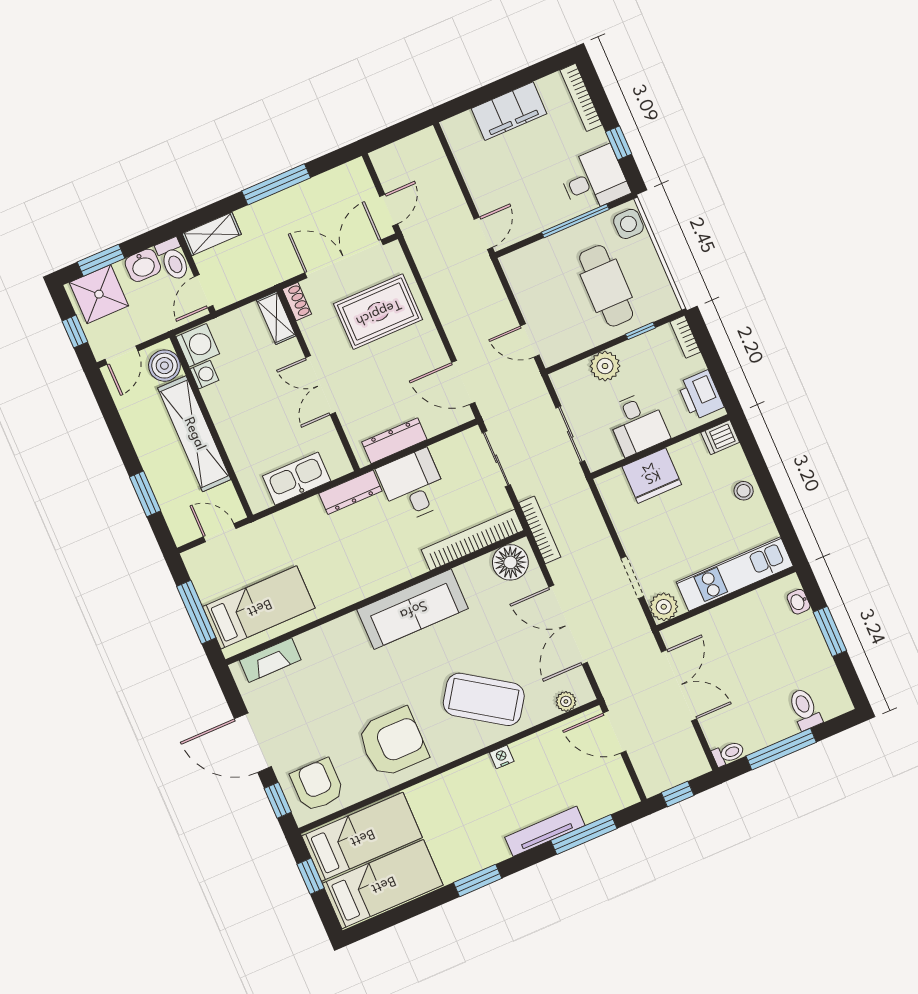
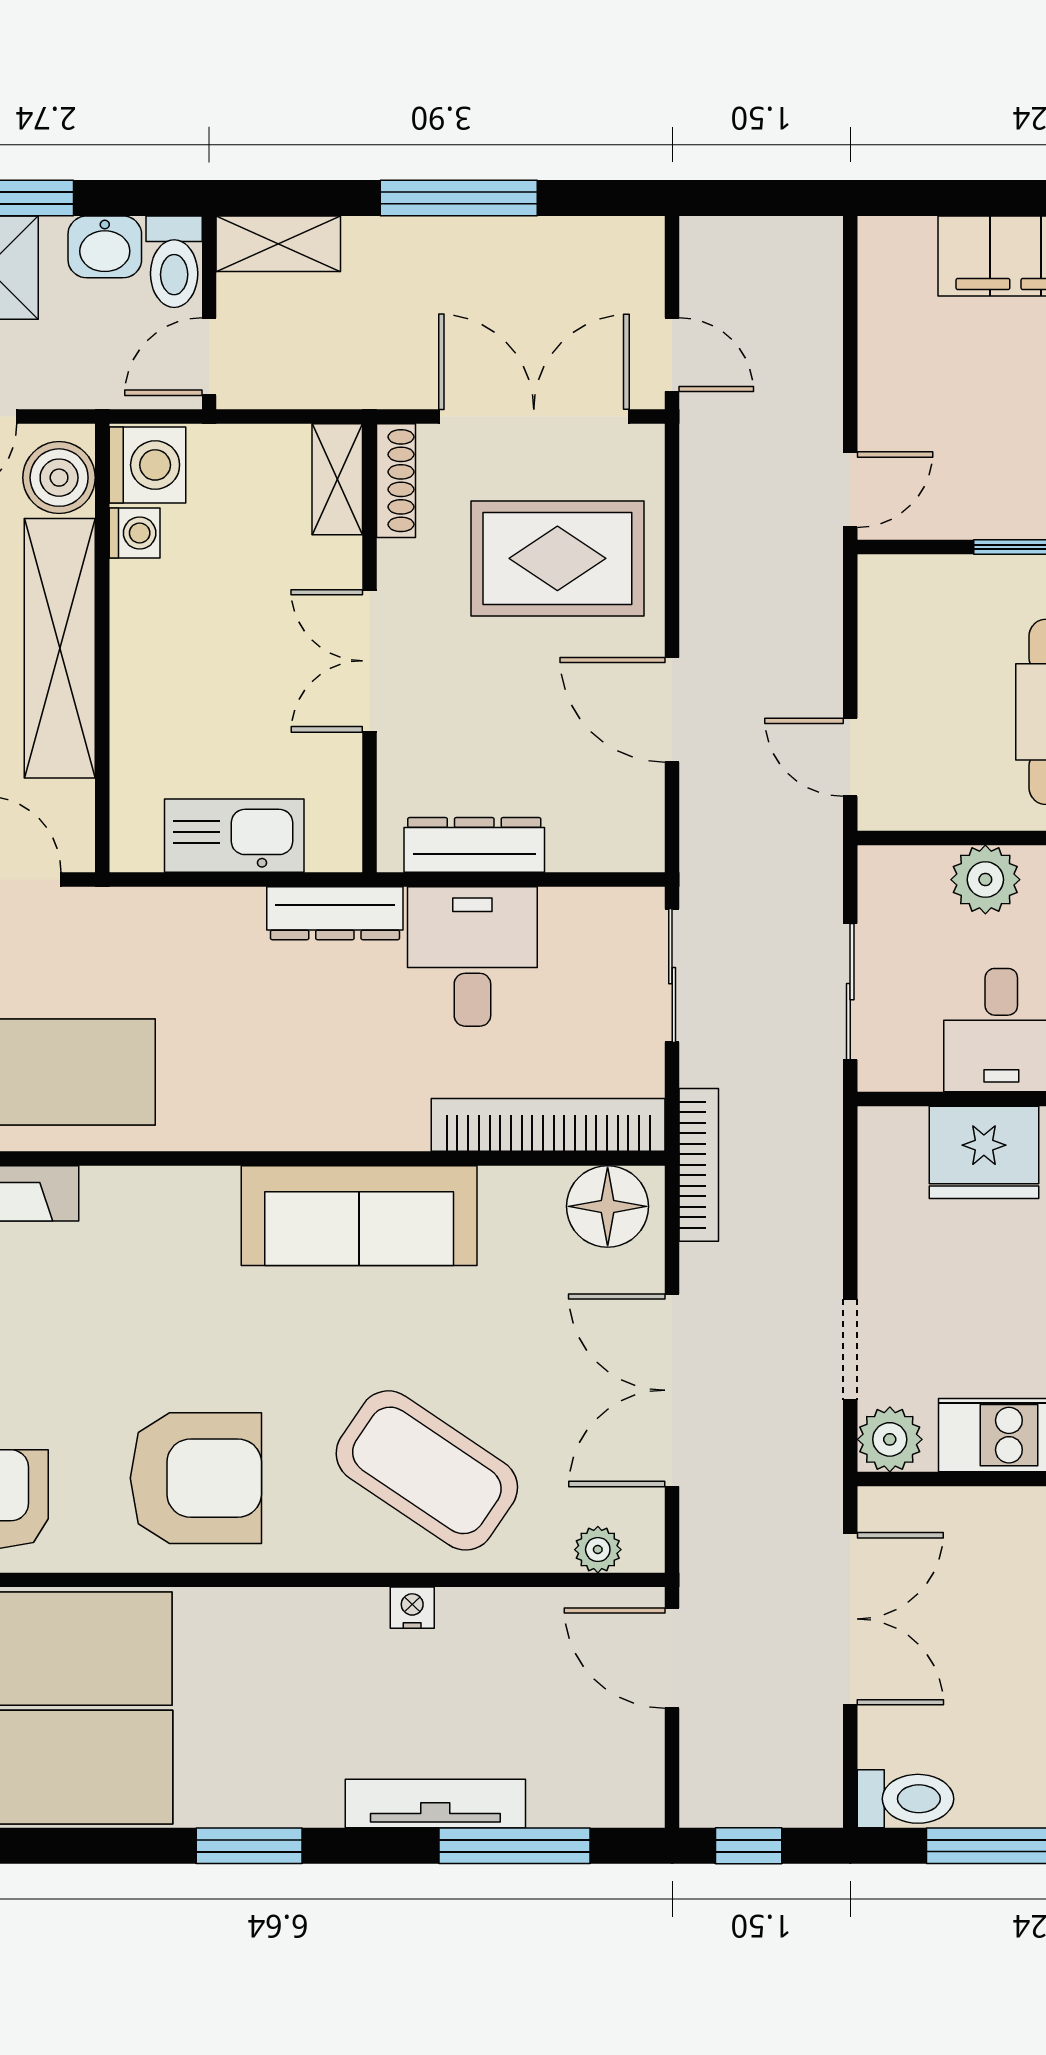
door: (389, 210) -> (672, 355), hinge flipped
shoe rack: (297, 302) -> (396, 481), width x1.43
door: (463, 382) -> (672, 710), moved
toilet: (728, 753) -> (905, 1799), width x1.37, depth x1.39

